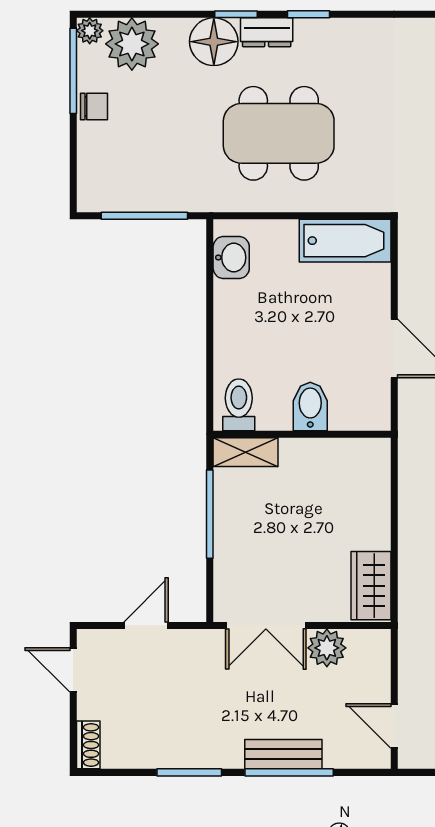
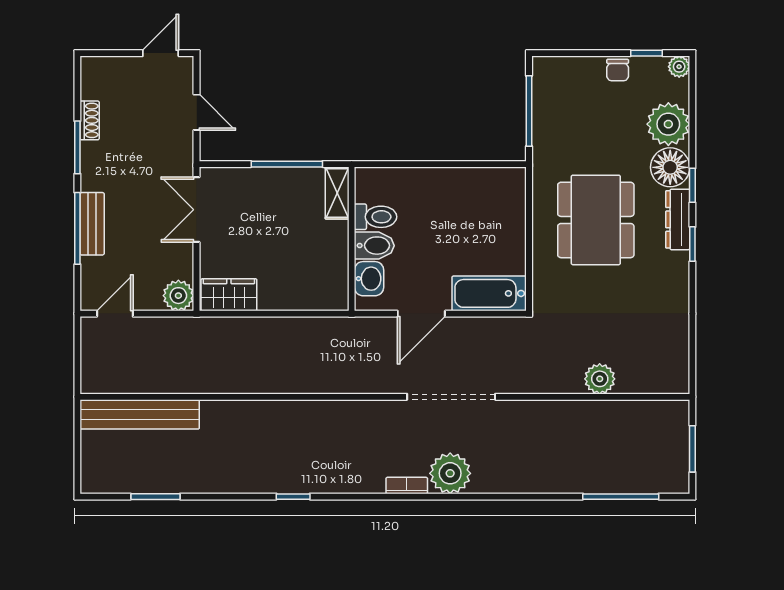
dresser: (267, 32) -> (678, 219), width x1.44
plant: (132, 44) -> (668, 124), moved
window: (73, 71) -> (646, 53), width x0.46
bathtub: (345, 241) -> (489, 293), moved, turned 90
washbasin: (231, 258) -> (369, 279), moved, turned -90
toilet: (239, 405) -> (376, 217), moved
plant: (327, 648) -> (178, 296), moved
shoe rack: (88, 745) -> (90, 120), moved, turned -90

